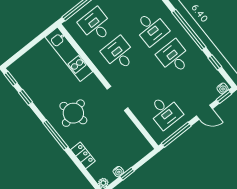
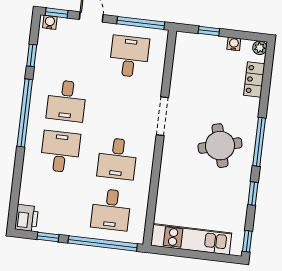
kitchen unit: (69, 54) -> (191, 239), moved, turned -90
window: (25, 97) -> (253, 194), moved
locker: (83, 155) -> (254, 80), moved
window: (127, 174) -> (209, 31), moved

